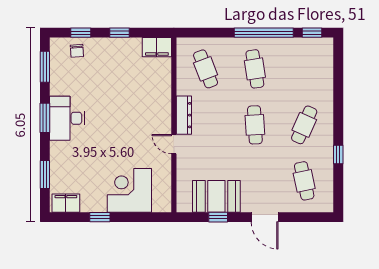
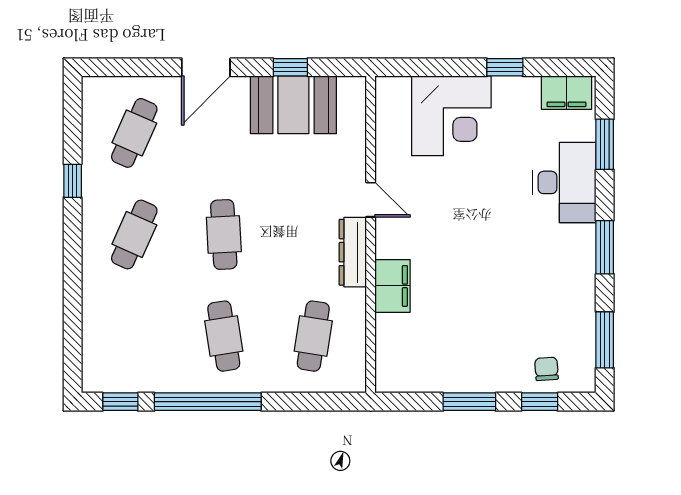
window: (119, 33) -> (469, 402), width x1.50
filing cabinet: (157, 47) -> (393, 286), moved, turned 90
cafe table: (206, 69) -> (313, 336), turned 30
desk: (67, 118) -> (564, 182), moved
cafe table: (304, 181) -> (134, 133), turned 36
door: (265, 217) -> (206, 67), swing flipped

